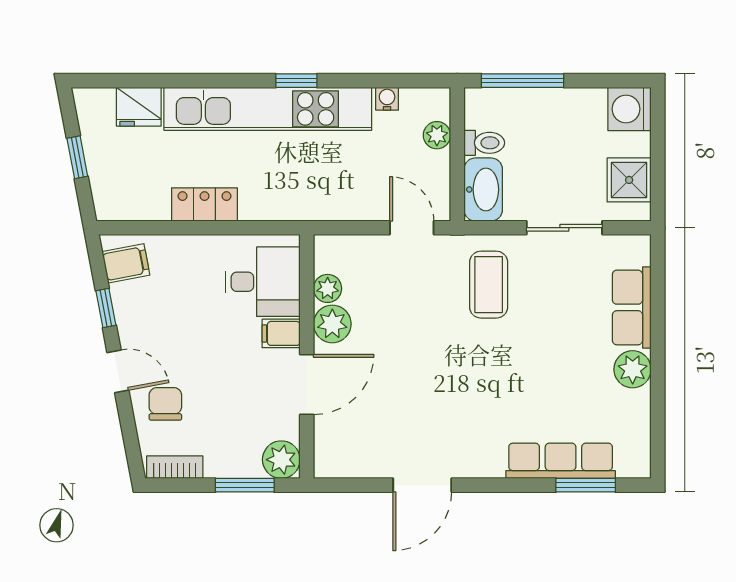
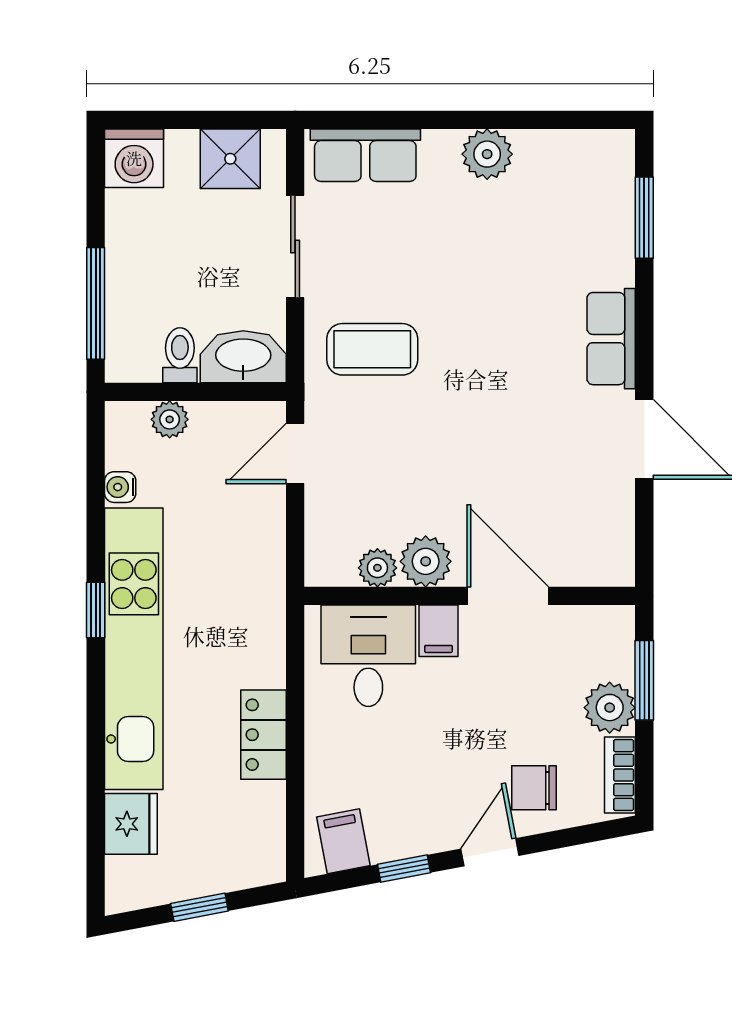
row of seats: (632, 307) -> (365, 155), moved
plant: (281, 460) -> (610, 708), moved
row of seats: (561, 461) -> (611, 339), moved, width x0.68

